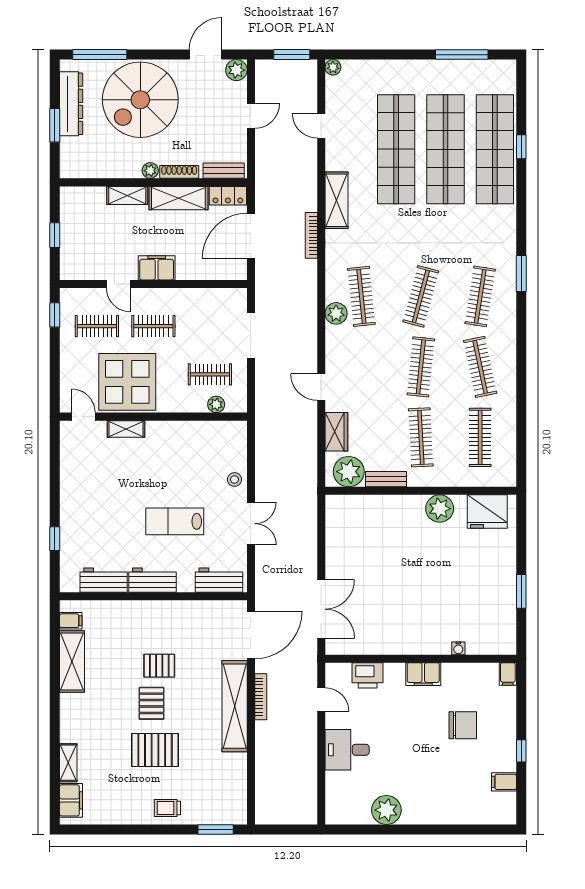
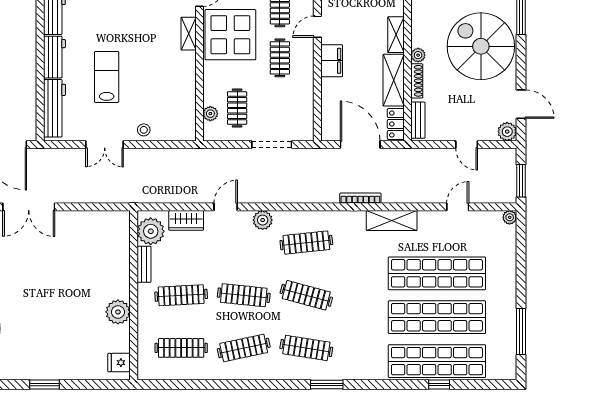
plant: (336, 313) -> (263, 220), moved
fridge: (487, 512) -> (119, 363), width x0.53, depth x0.75
workbench: (219, 580) -> (54, 108), width x1.38

